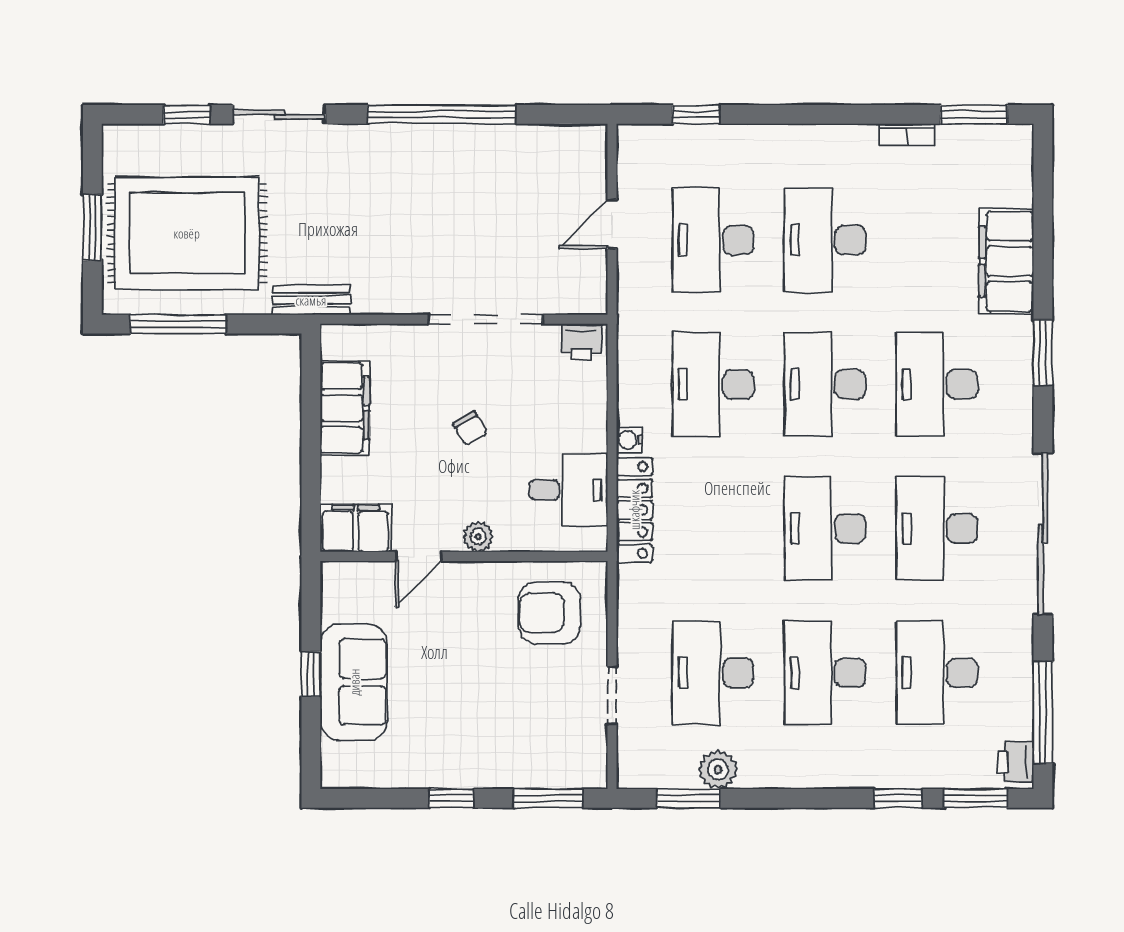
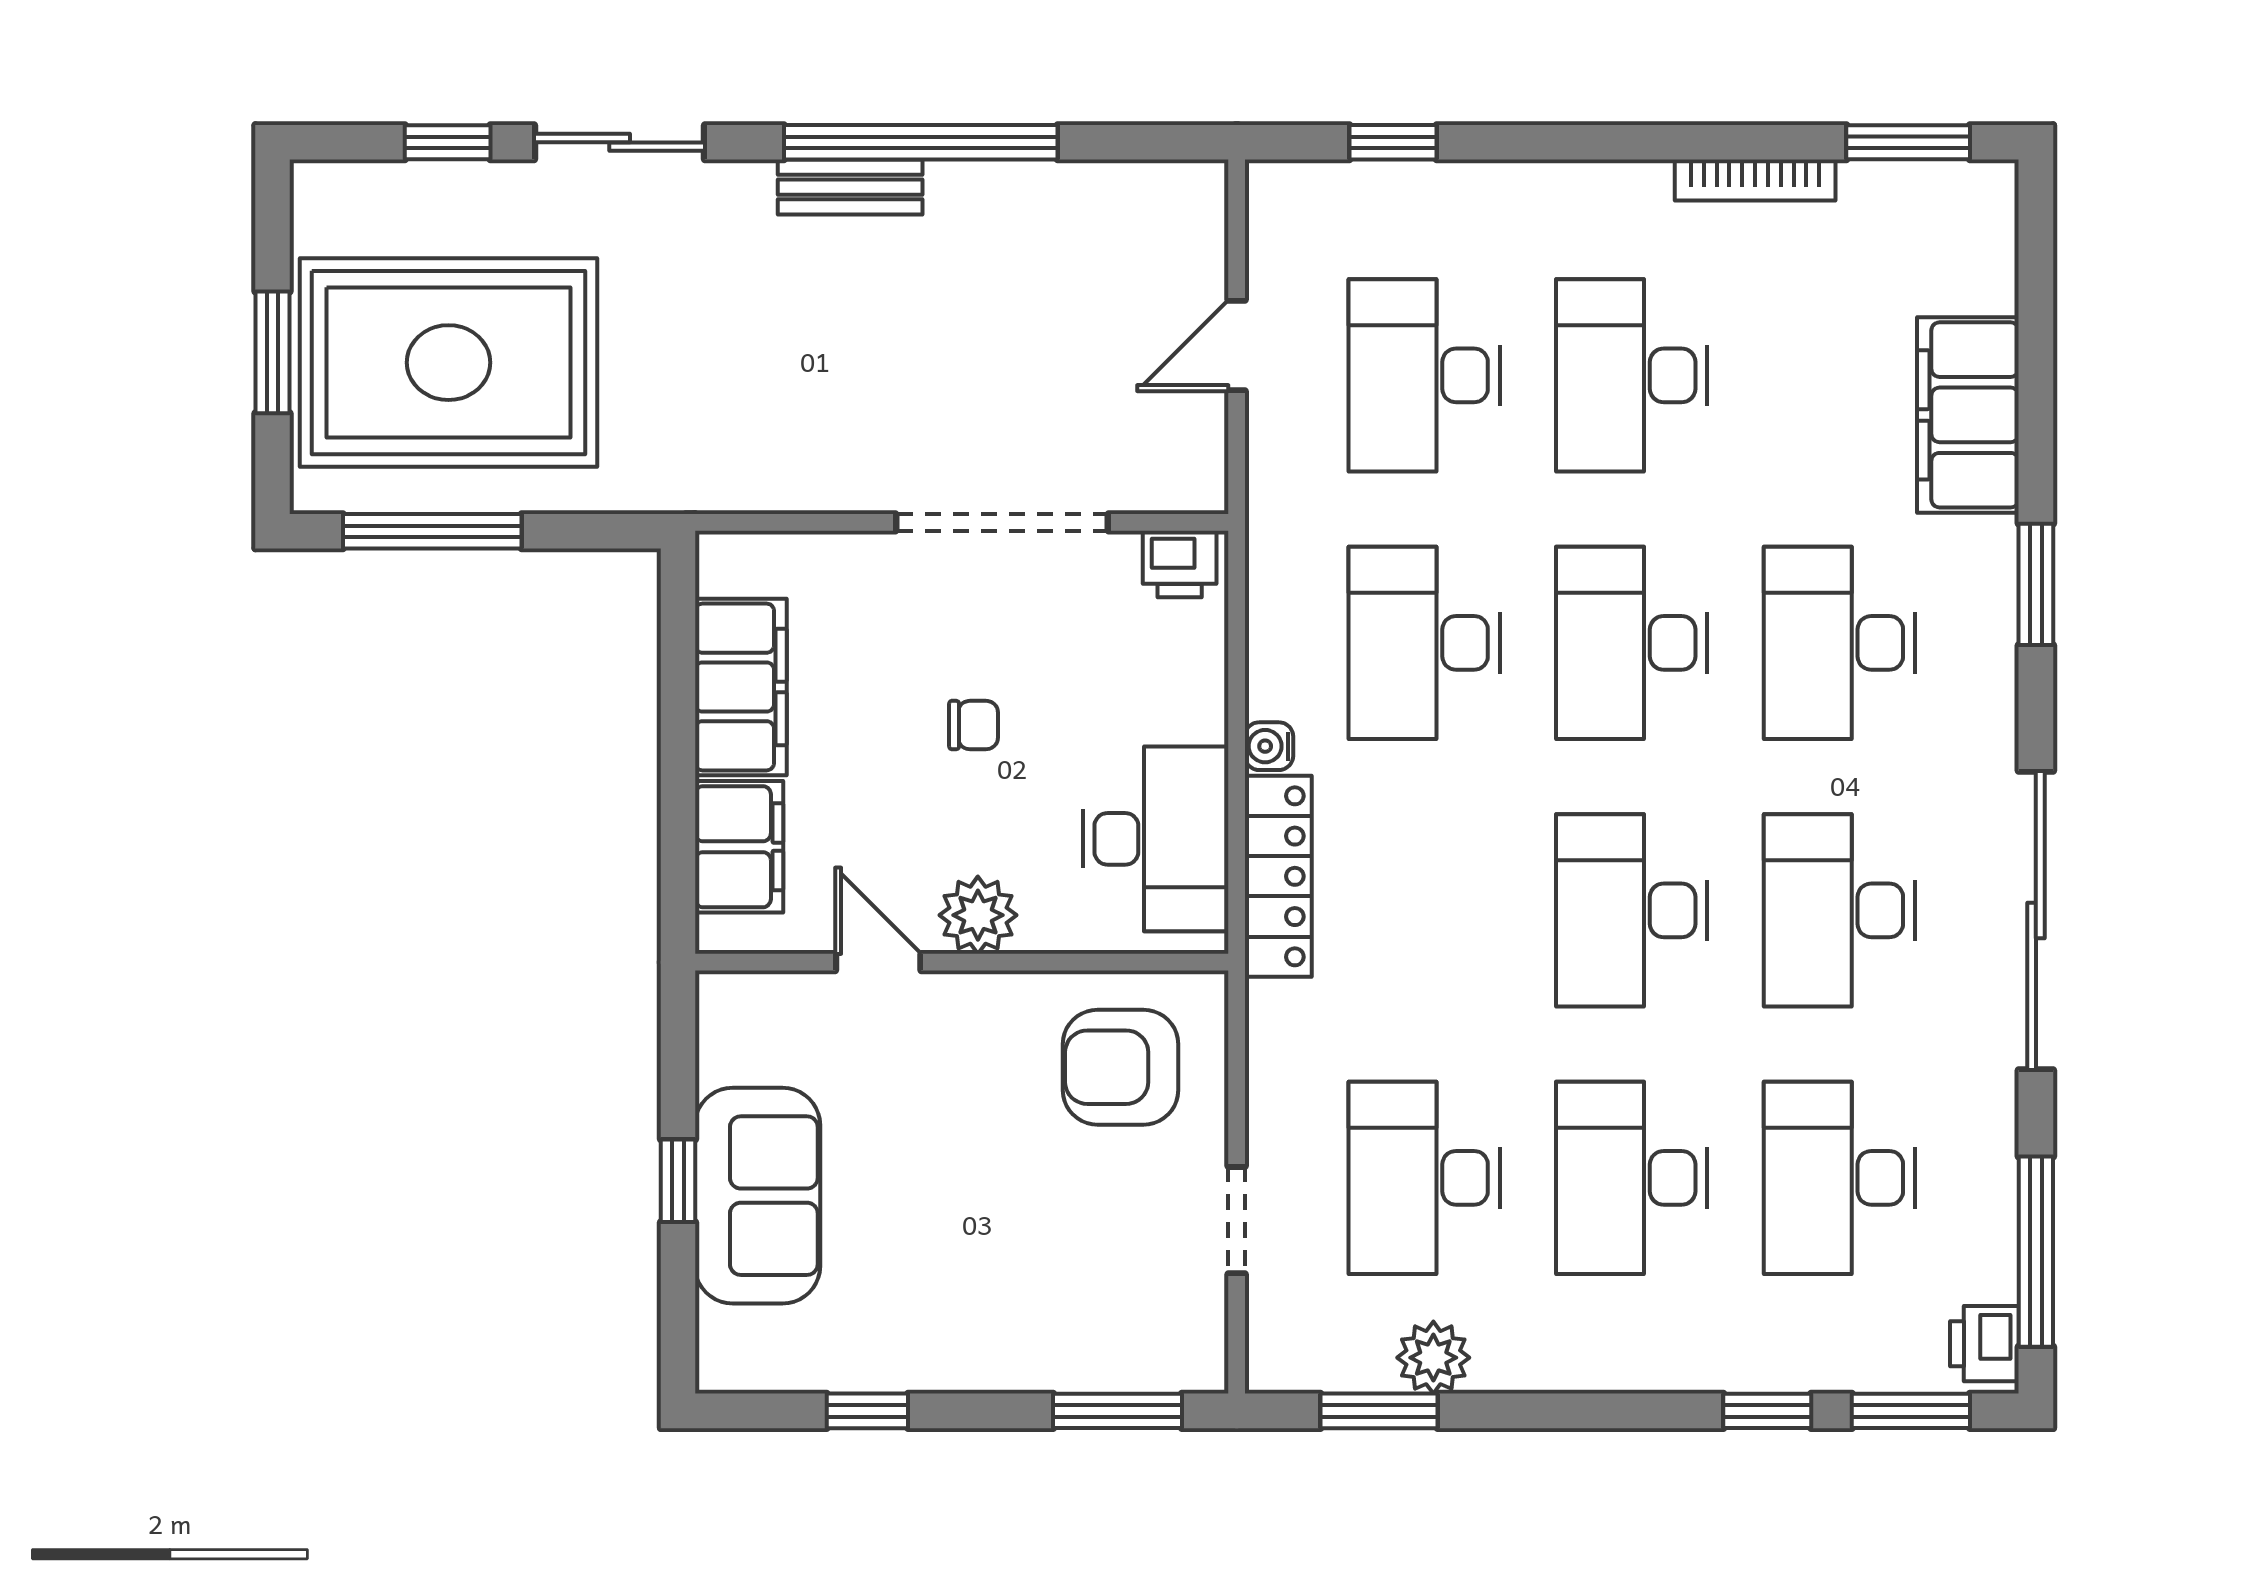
bookcase: (907, 135) -> (1755, 180), width x1.56
bench: (311, 300) -> (850, 187), moved
chair: (470, 429) -> (974, 725), turned -59
desk: (568, 490) -> (1156, 839), width x1.37
filing cabinet: (356, 528) -> (739, 847), moved, turned 90
plant: (478, 537) -> (978, 915), width x1.38, depth x1.38
door: (419, 556) -> (878, 962), swing flipped
window: (451, 798) -> (867, 1411), moved

